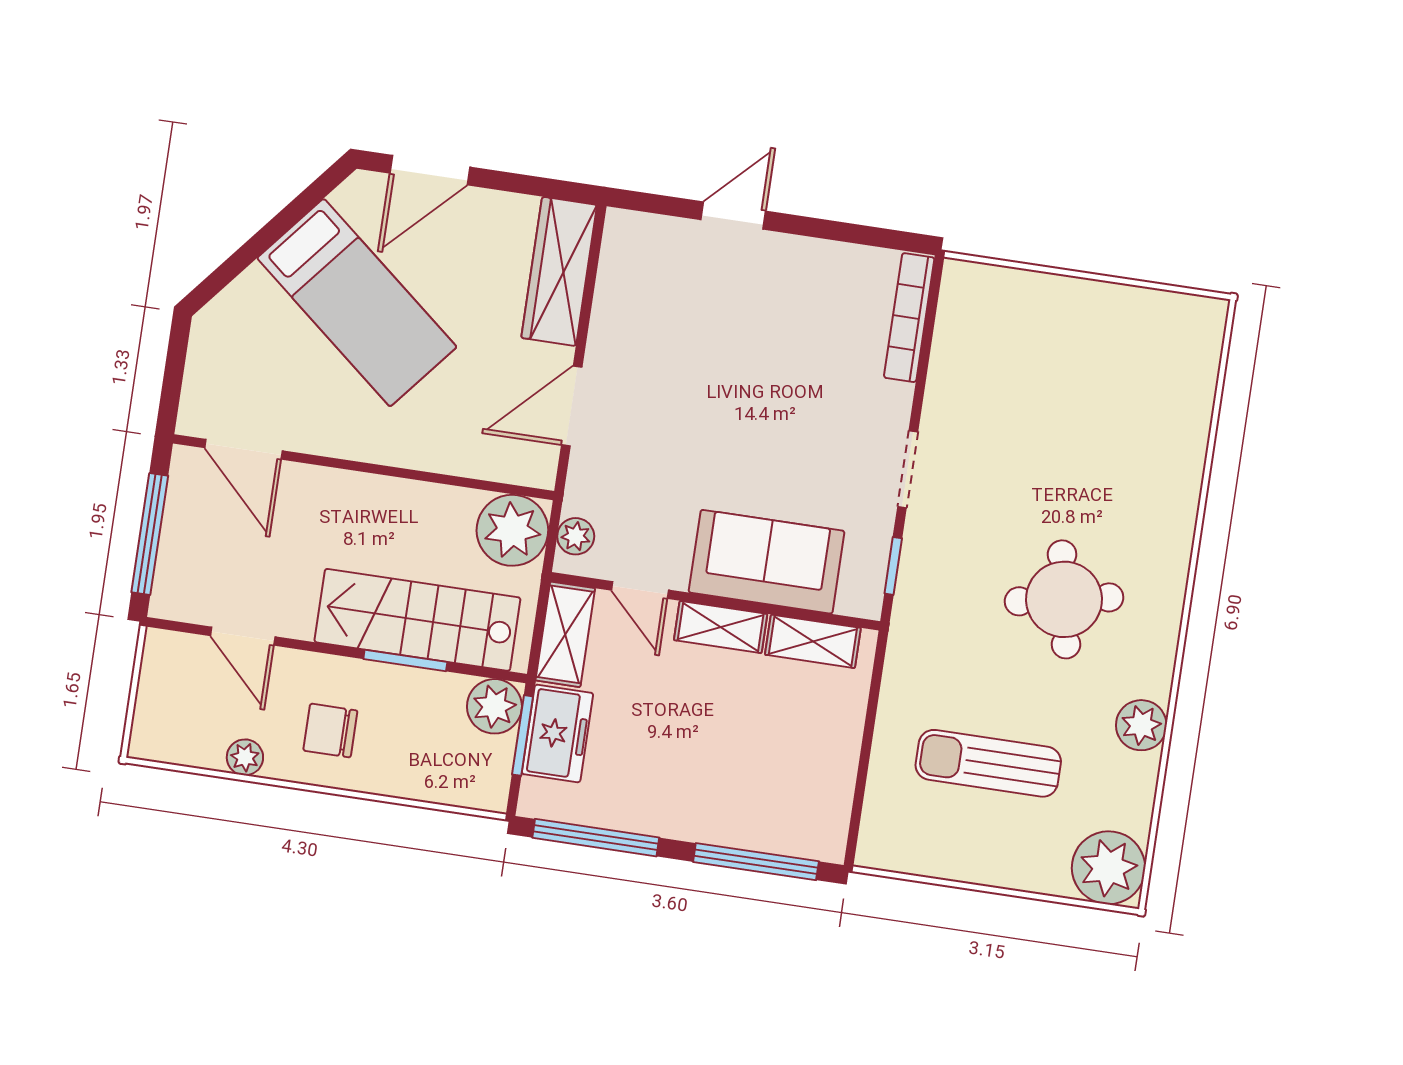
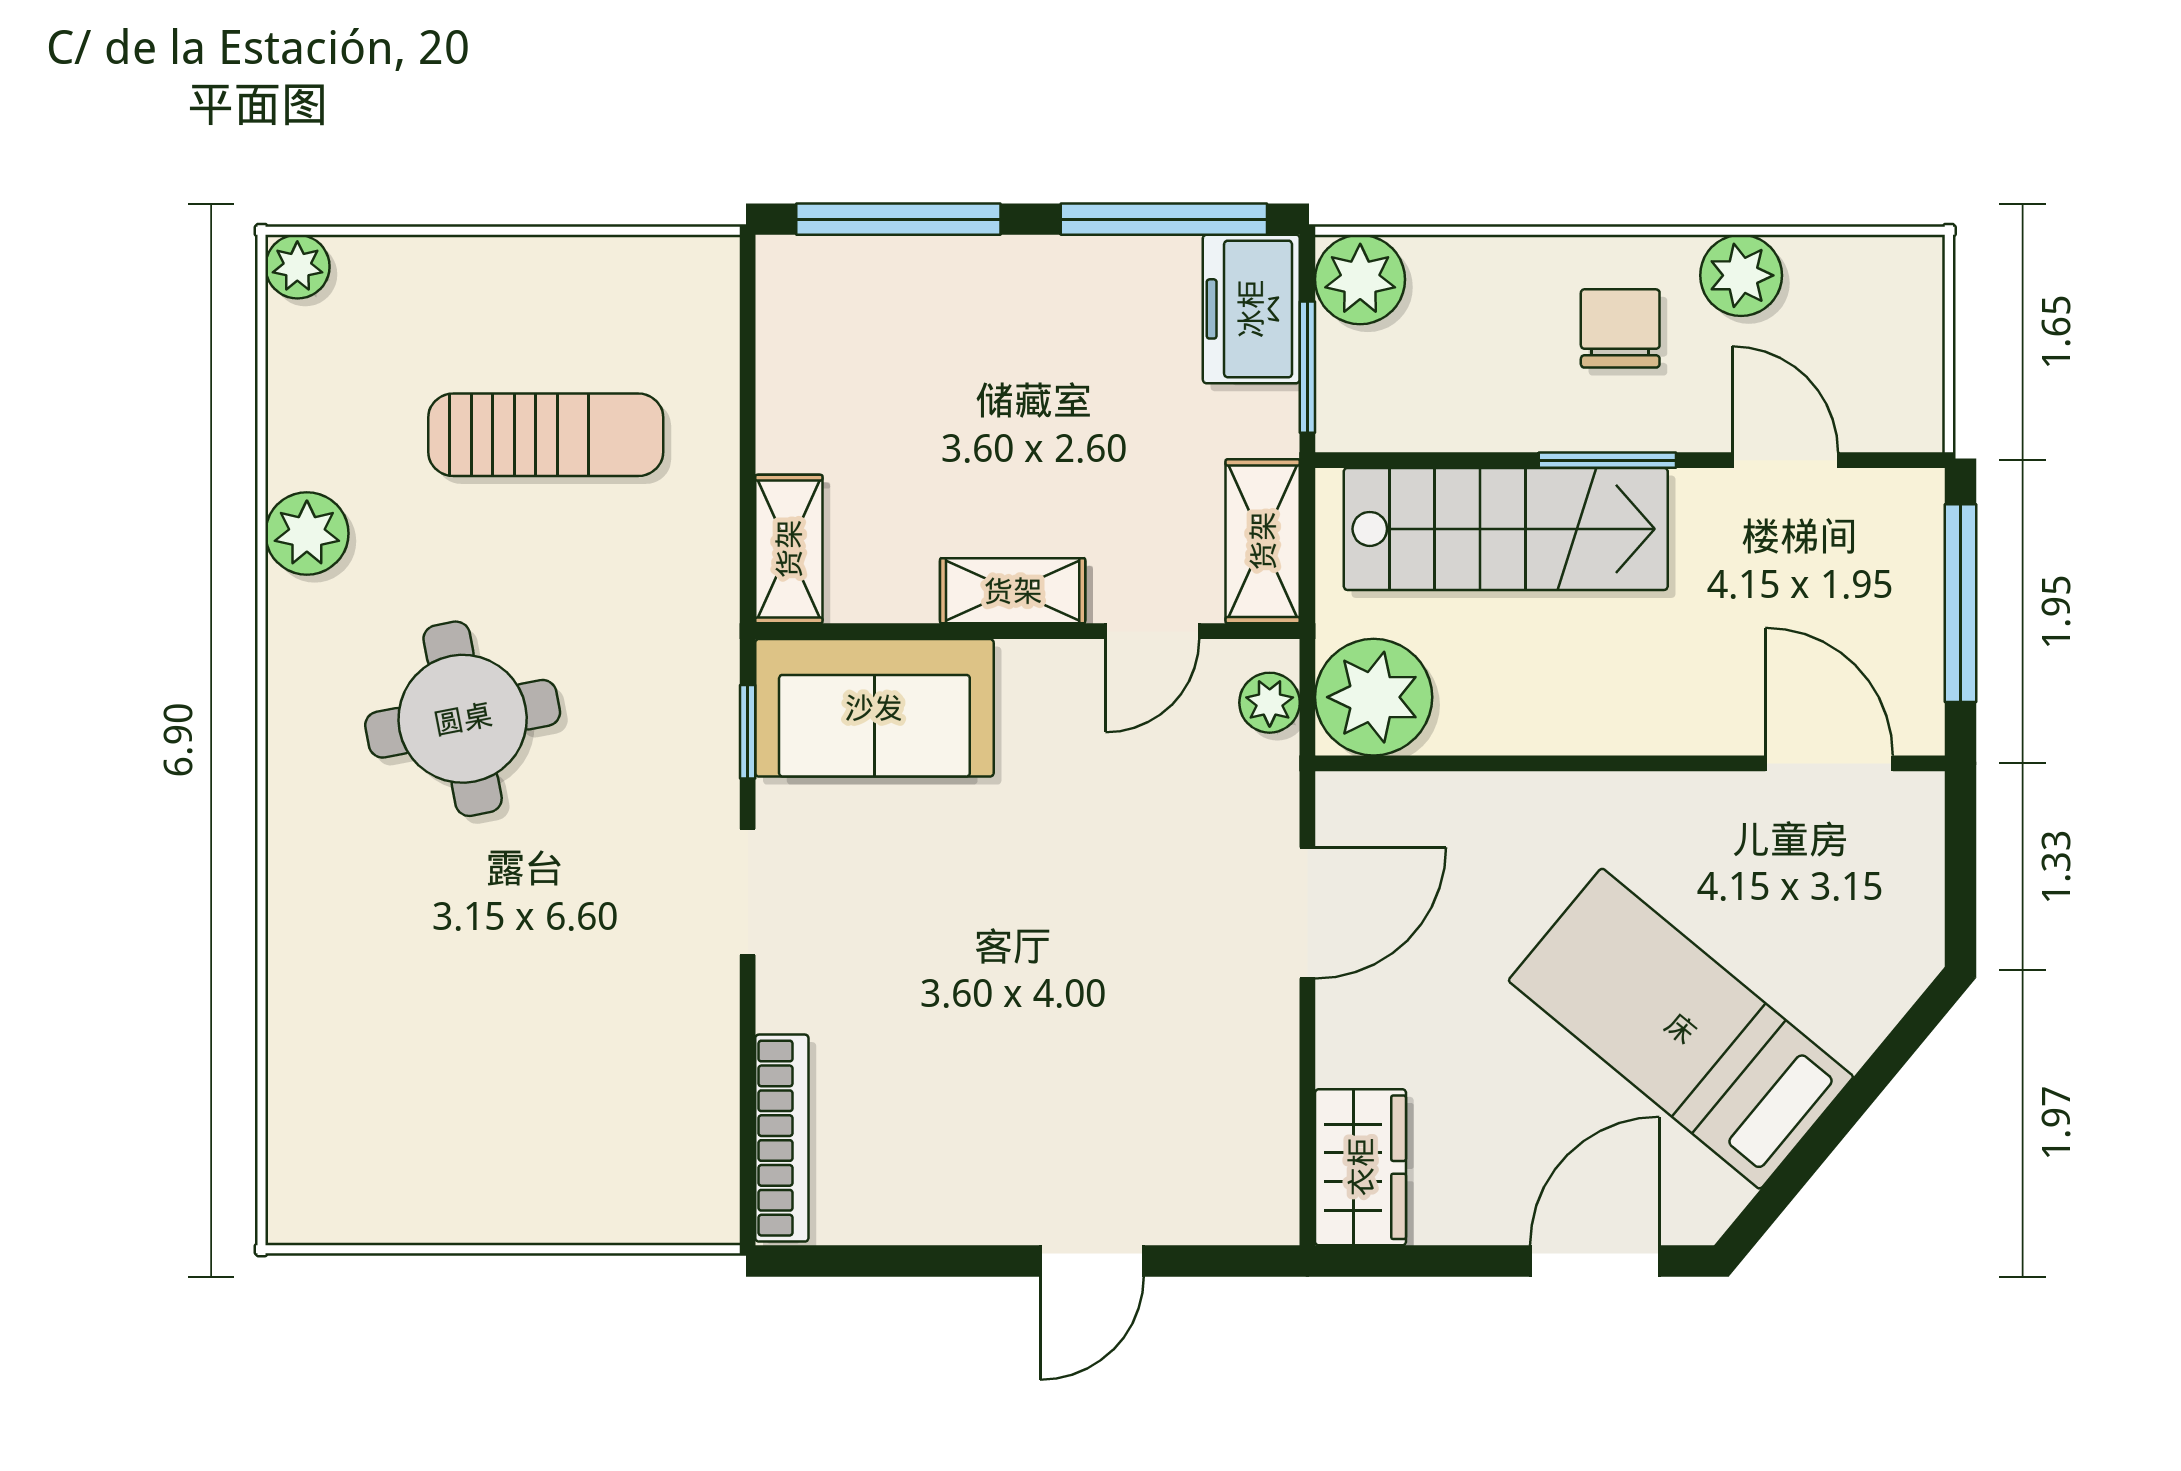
wardrobe: (559, 271) -> (1361, 1167), width x0.67
sofa: (767, 562) -> (874, 708), moved
door: (640, 590) -> (1152, 631), swing flipped
shelving: (813, 641) -> (789, 549), moved, turned 90
window: (405, 661) -> (1607, 460), moved
plant: (494, 706) -> (1360, 279), moved
chair: (330, 731) -> (1620, 328), turned -90
freezer: (557, 734) -> (1251, 309), moved
plant: (245, 757) -> (1741, 275), width x1.38, depth x1.38
plant: (1109, 868) -> (297, 267), width x0.53, depth x0.53

